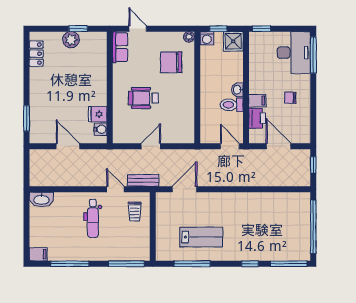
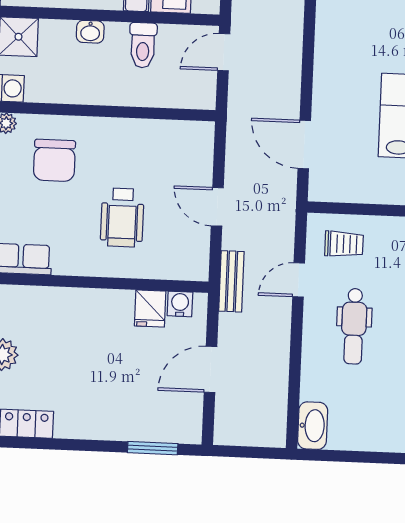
washbasin: (237, 90) -> (90, 32), moved
bench: (143, 180) -> (231, 281), moved
dental chair: (93, 218) -> (354, 326), turned 90

